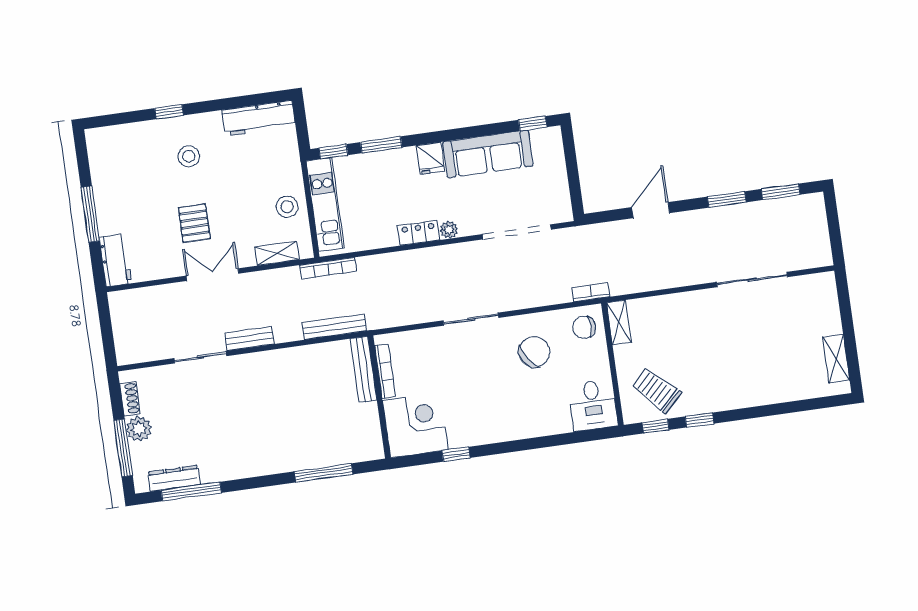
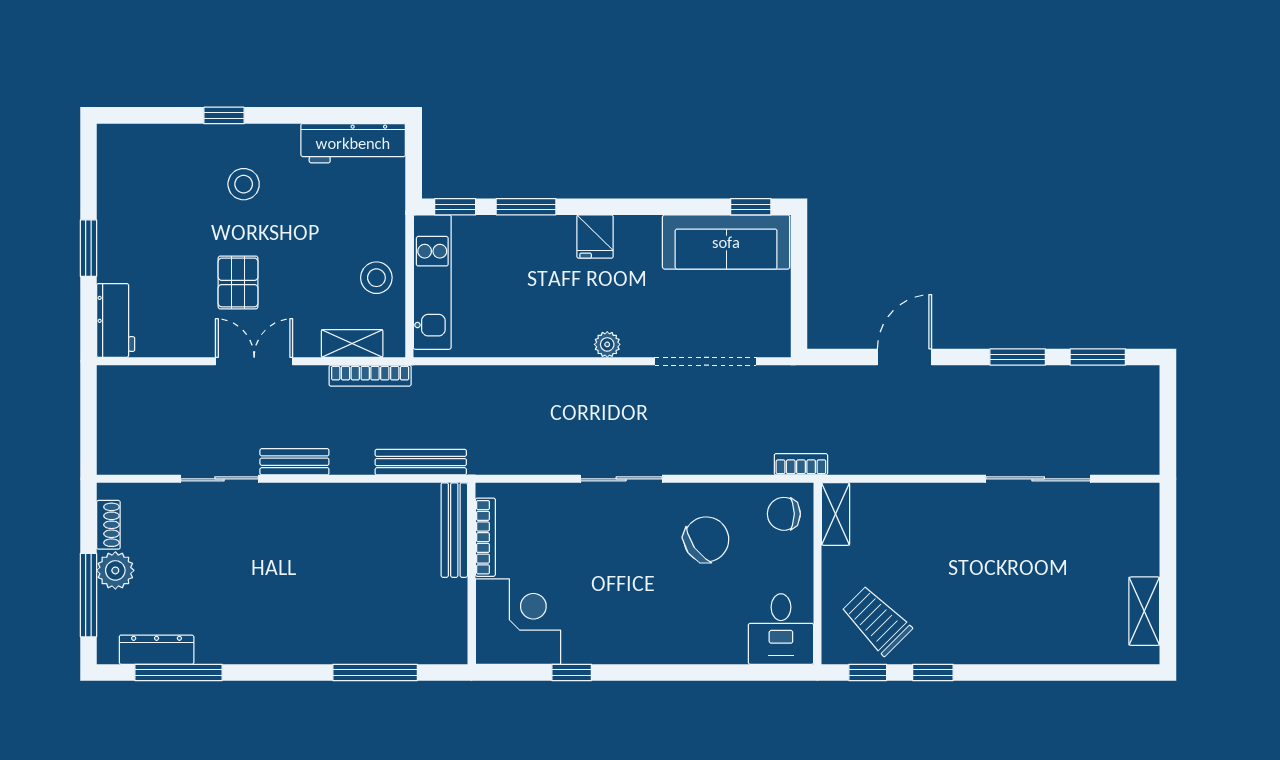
sofa: (488, 154) -> (726, 242), moved
window: (90, 214) -> (88, 248), width x0.69
locker: (419, 233) -> (562, 343), removed
bookcase: (328, 268) -> (370, 376), moved

